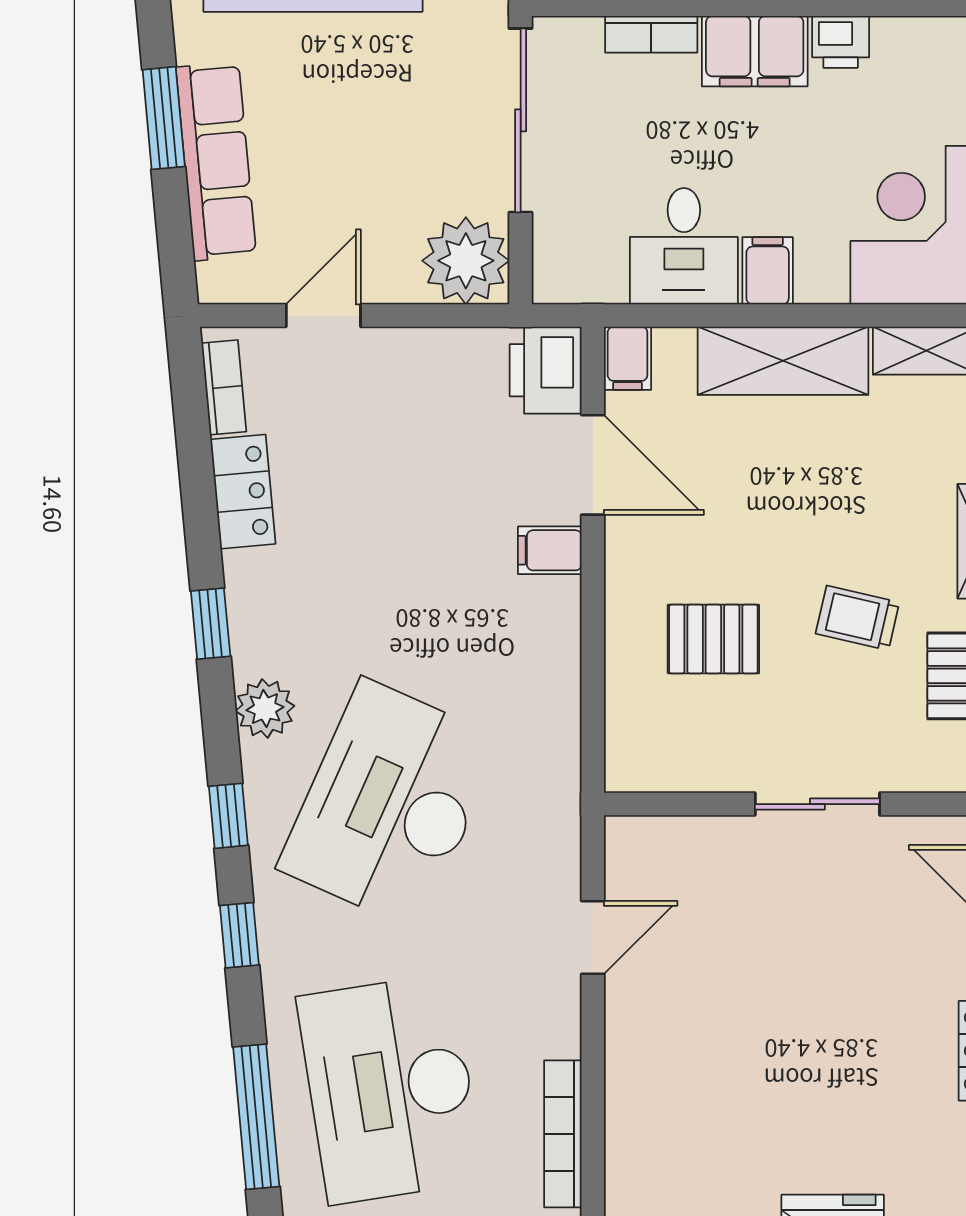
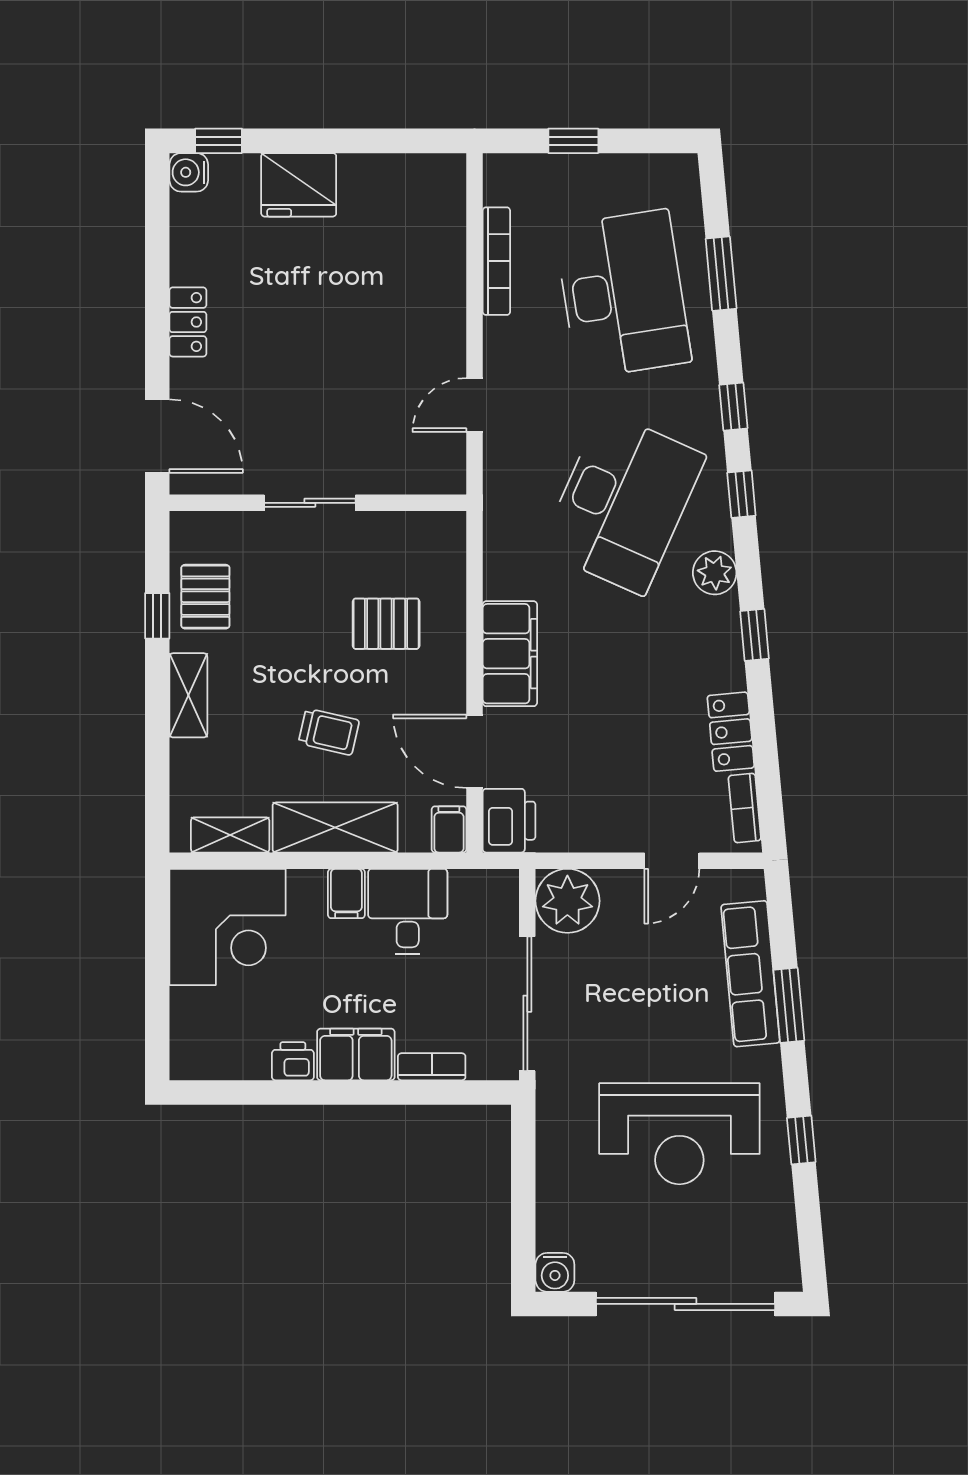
filing cabinet: (550, 550) -> (510, 654), width x3.00, depth x1.17
trolley: (858, 618) -> (329, 732), moved
window: (256, 1117) -> (721, 274), width x0.69

